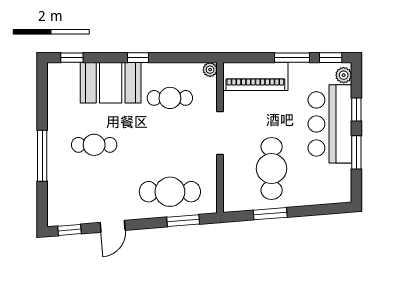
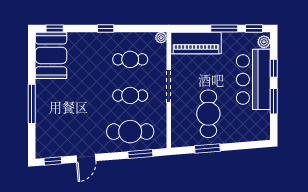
booth: (111, 83) -> (51, 55), moved, turned 90
cafe table: (94, 145) -> (130, 96), moved

